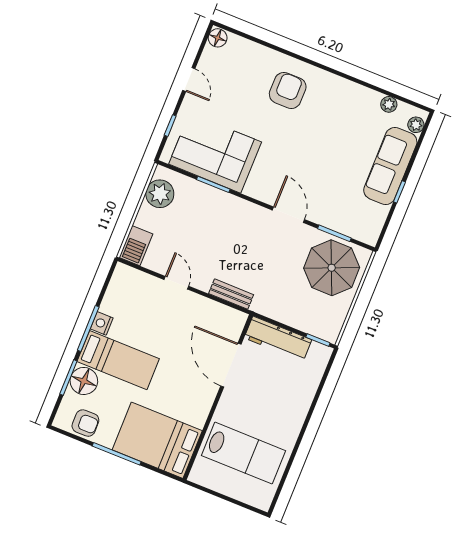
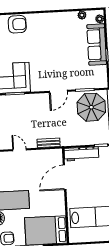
armchair: (288, 90) -> (17, 24), moved, turned 90
door: (288, 215) -> (58, 91), swing flipped
door: (231, 365) -> (65, 177), hinge flipped

